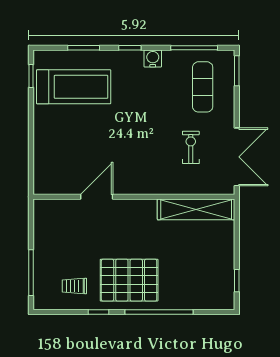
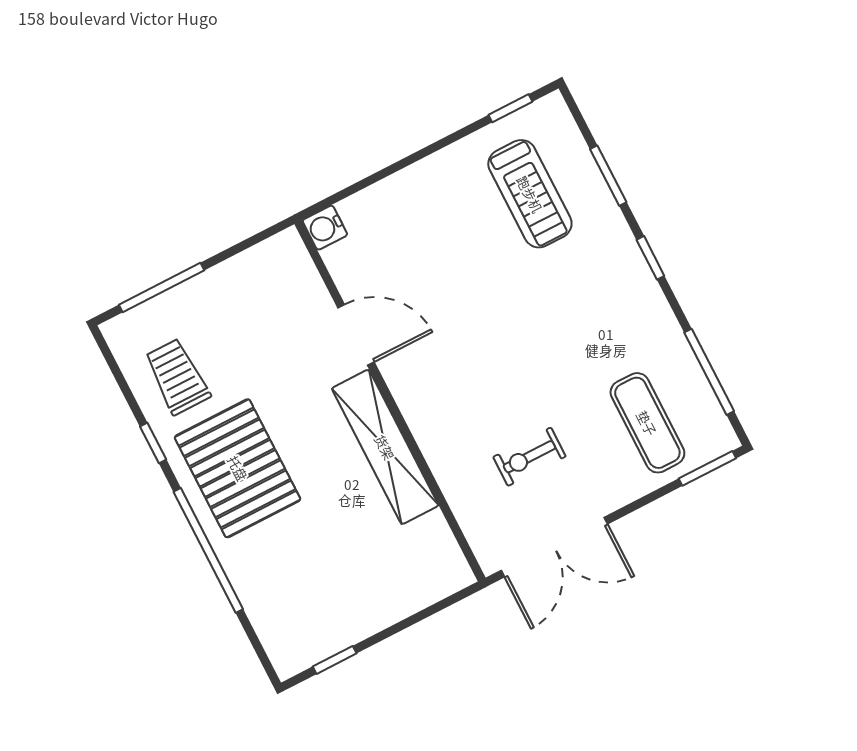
water cooler: (153, 59) -> (325, 228), moved, turned 180
treadmill: (74, 87) -> (530, 194), width x0.73, depth x0.73
exercise mat: (203, 87) -> (647, 423), turned 90
exercise bike: (191, 147) -> (529, 457), turned 180
shelving: (196, 209) -> (385, 447), moved
trolley: (74, 286) -> (177, 377), width x1.36, depth x1.39

